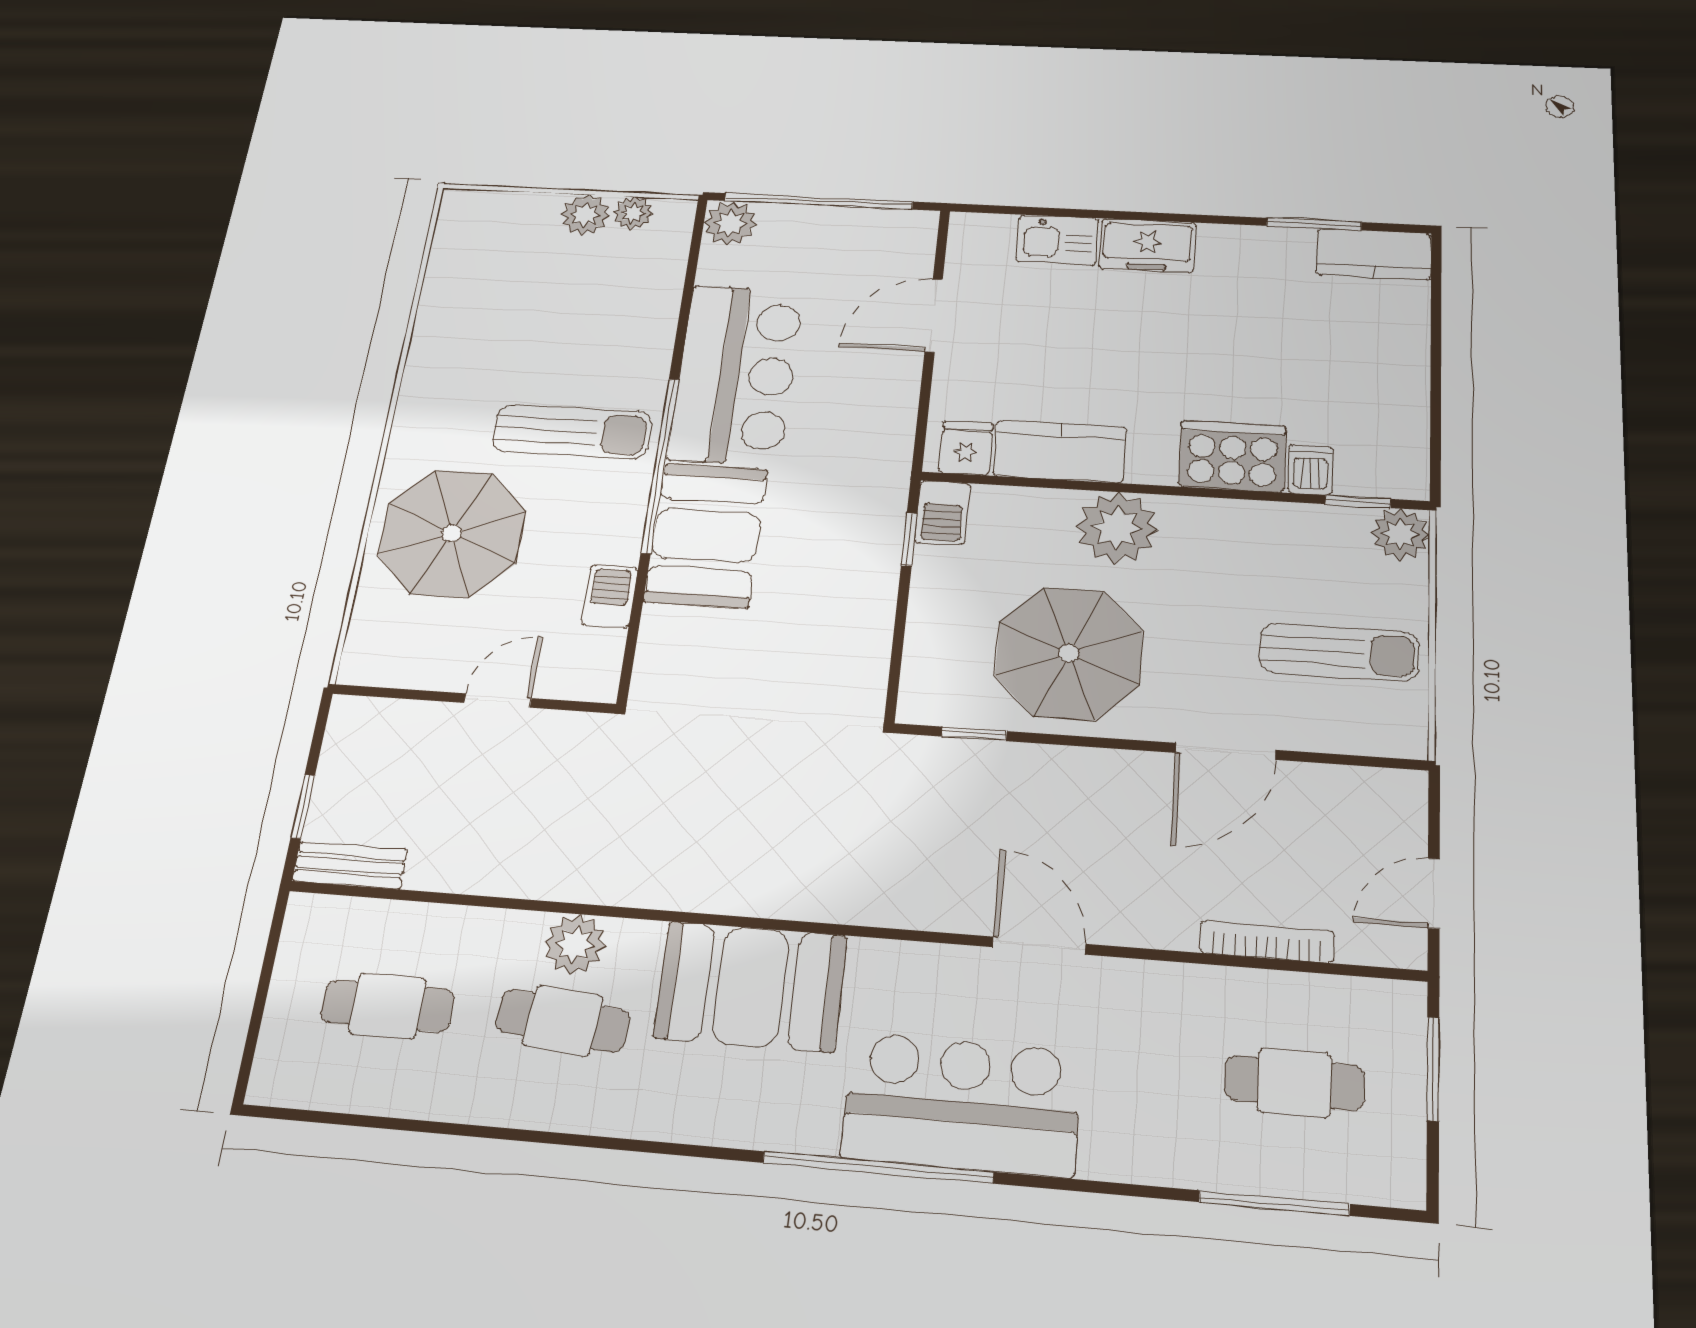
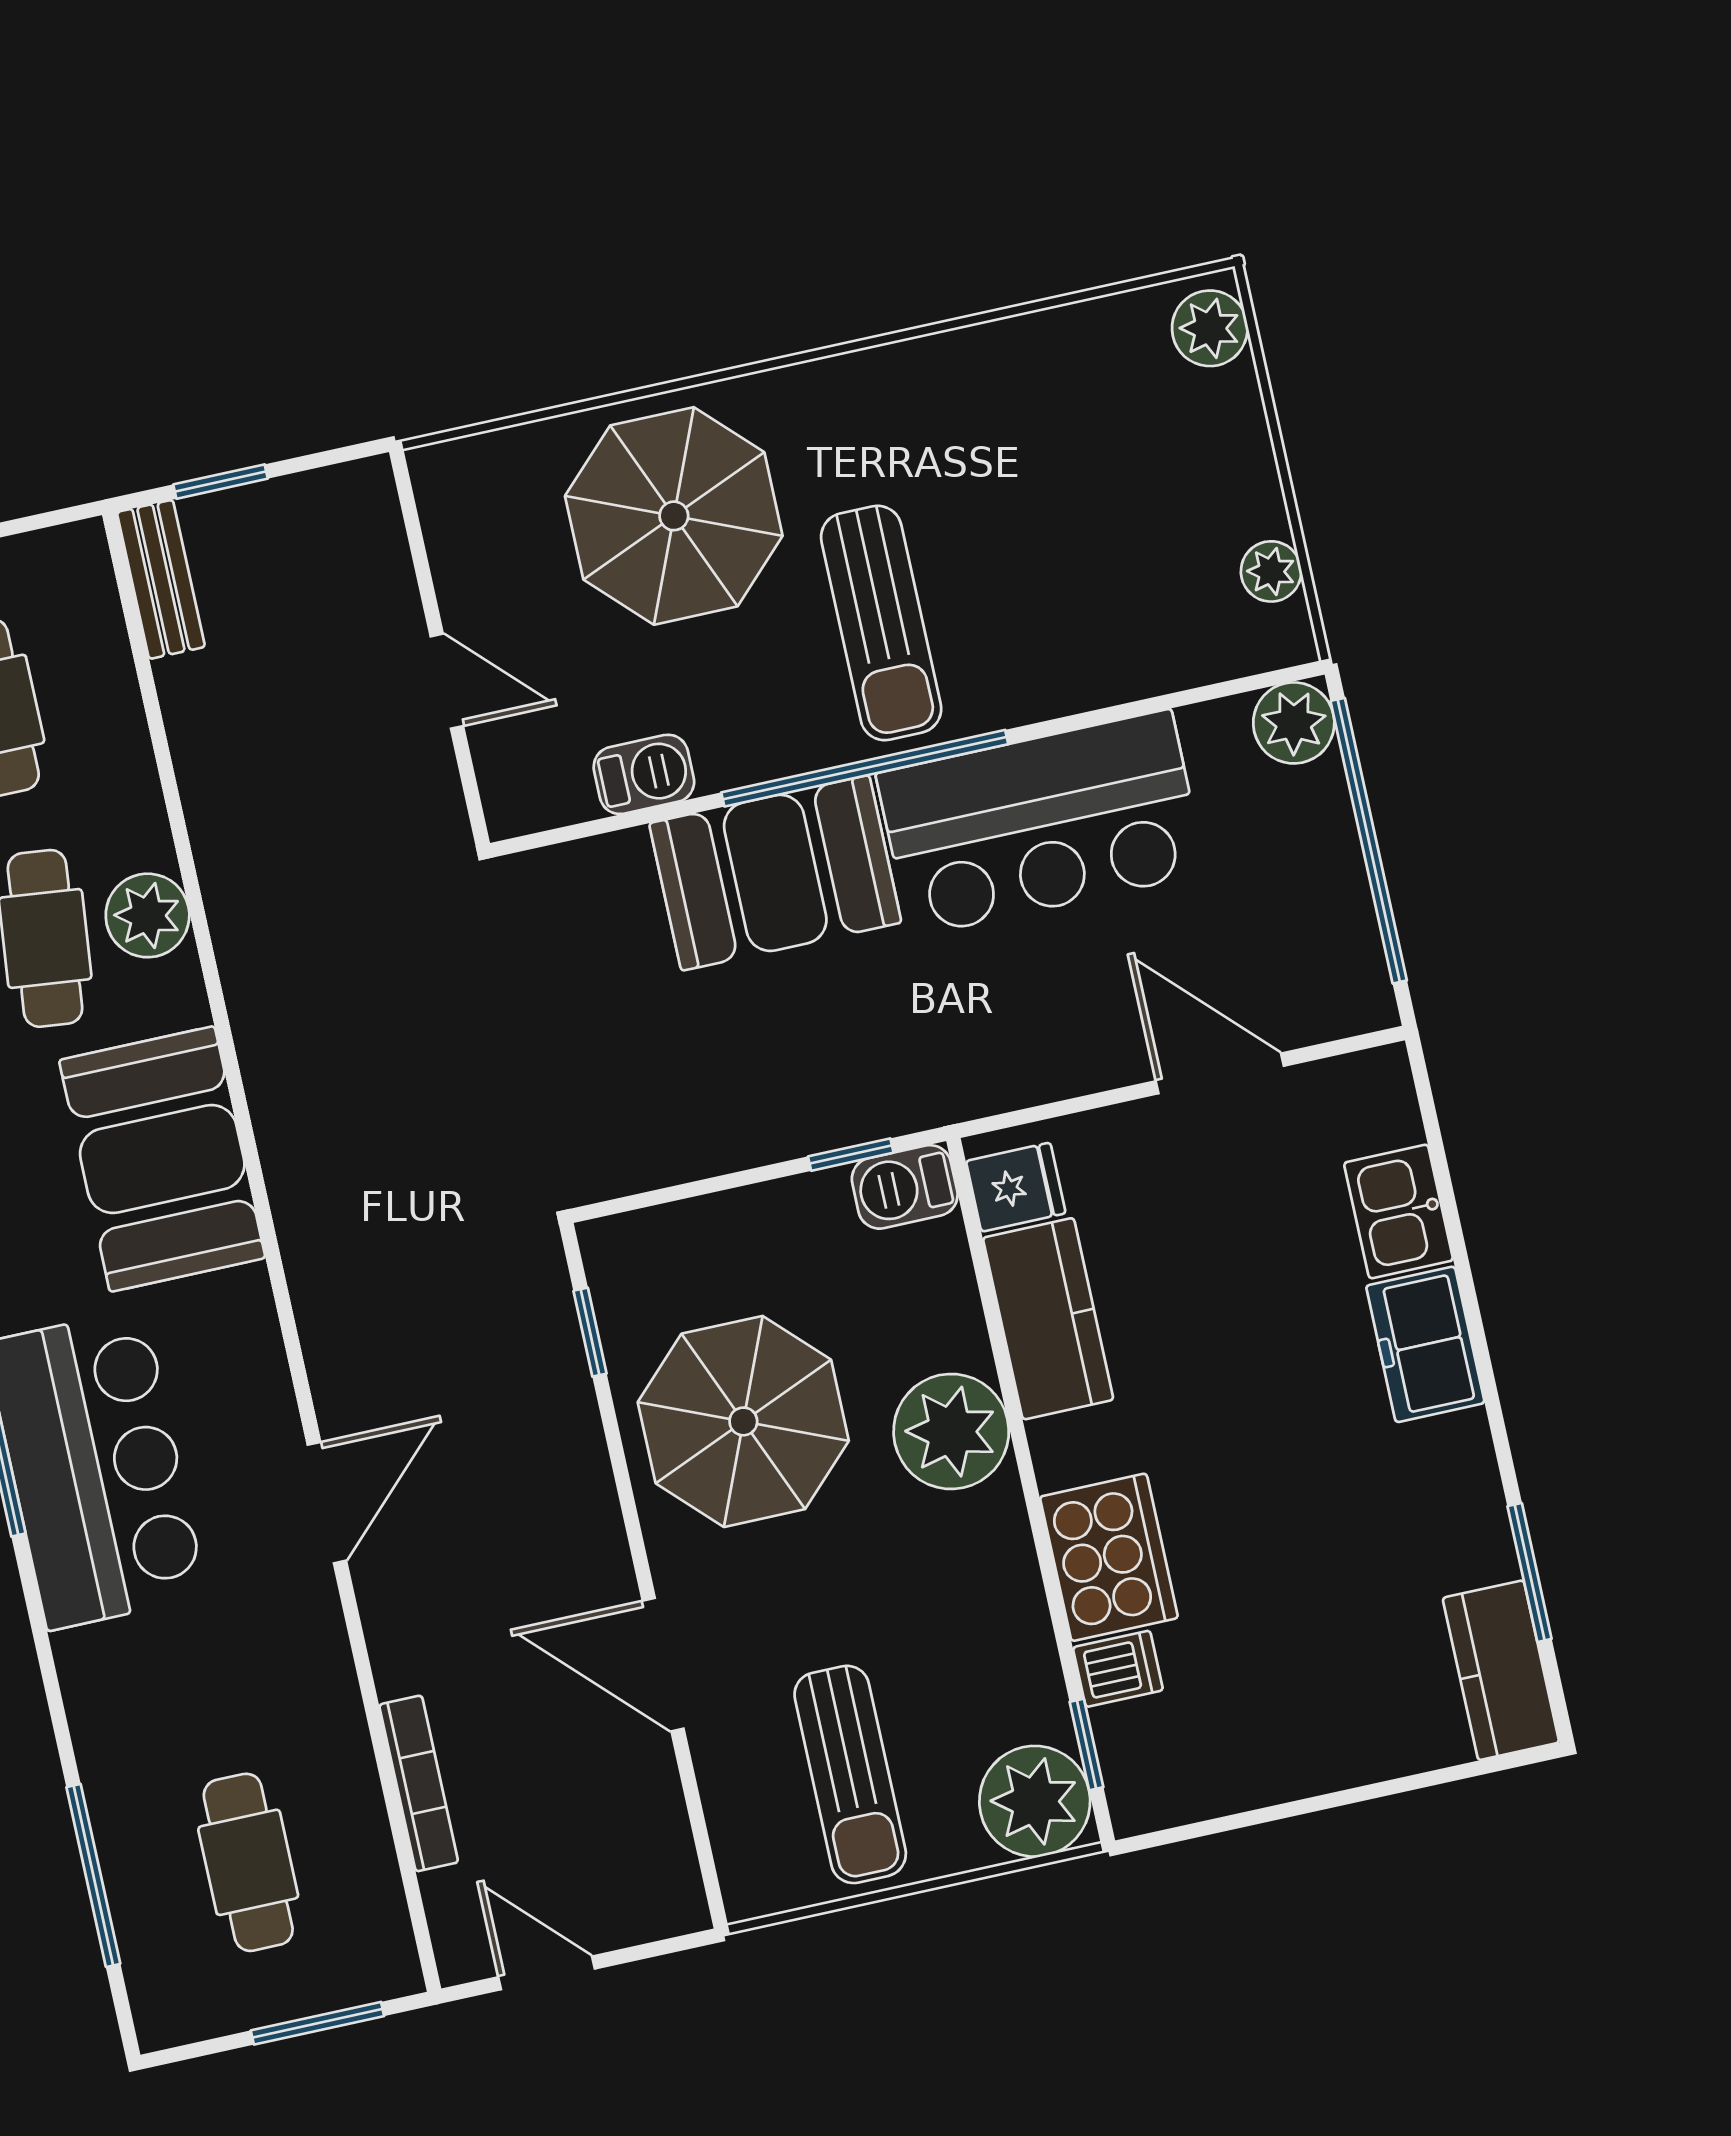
plant: (585, 215) -> (1210, 328), moved
plant: (1400, 534) -> (1035, 1801), width x1.36, depth x1.36

